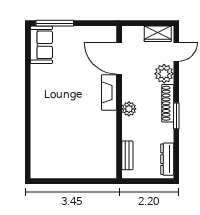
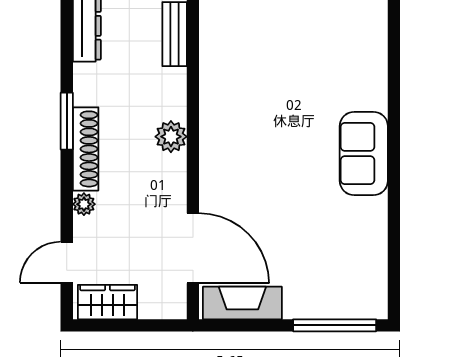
sofa: (41, 45) -> (364, 153), moved
plant: (164, 74) -> (84, 204), width x0.53, depth x0.53
fireplace: (109, 92) -> (242, 303), moved, turned -90

